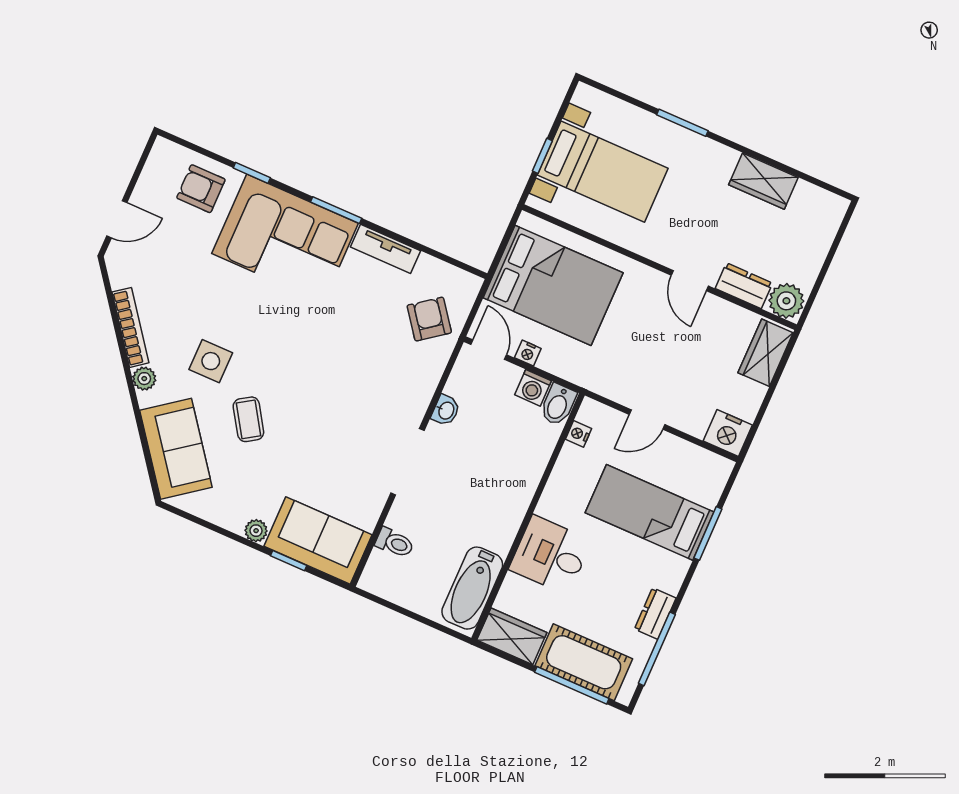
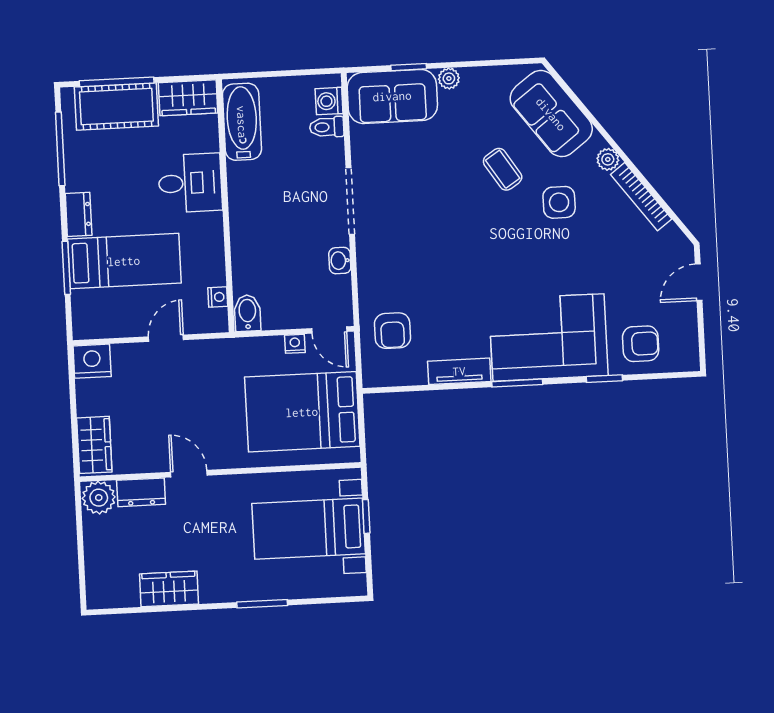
armchair: (429, 319) -> (392, 331), turned 37
washing machine: (533, 388) -> (329, 101), moved, turned -90
dresser: (655, 613) -> (79, 214), moved

